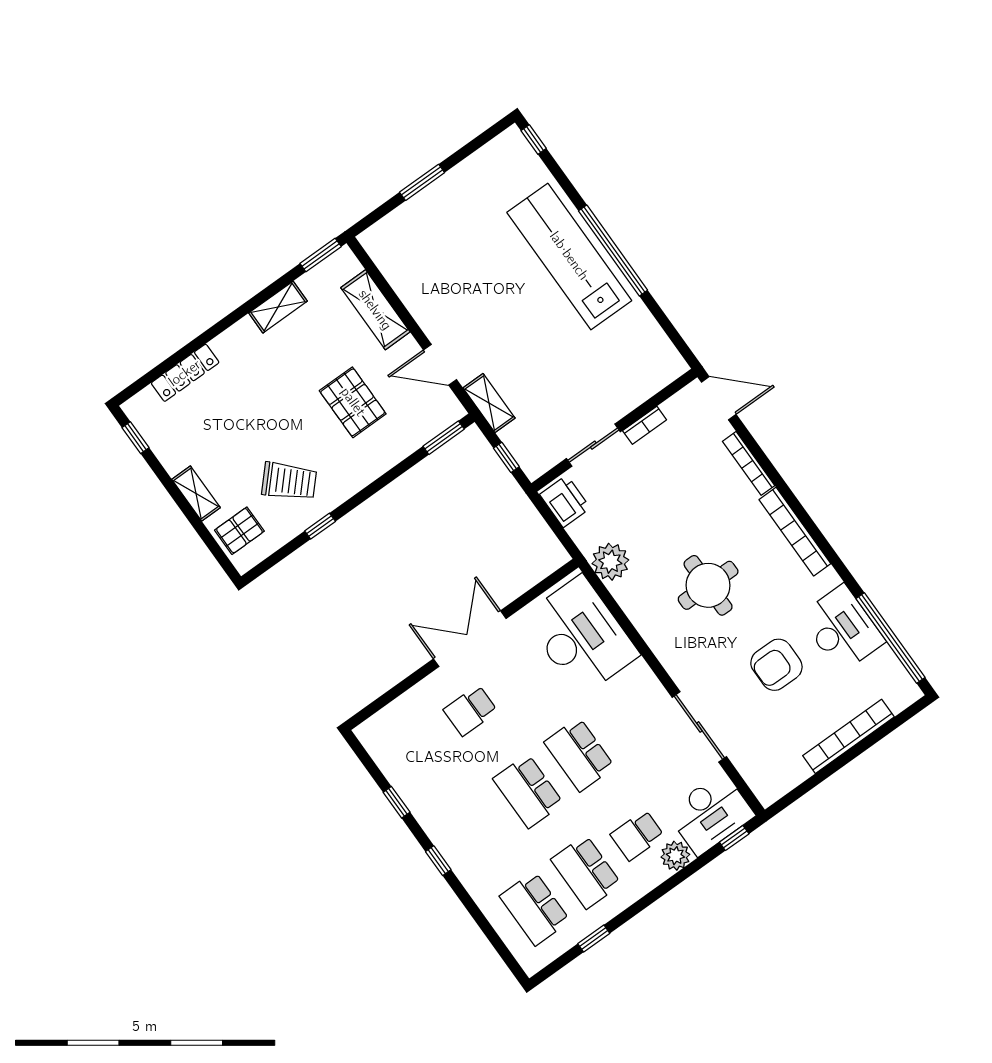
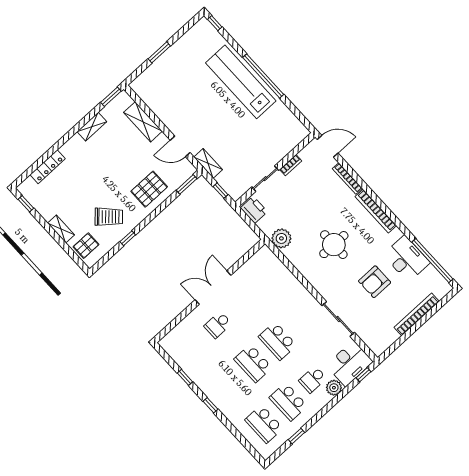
pallet: (353, 402) -> (149, 189), moved, turned 90
desk: (581, 636) -> (271, 279), removed

